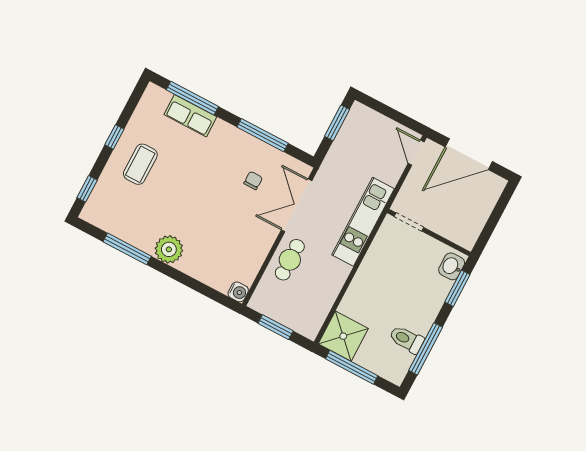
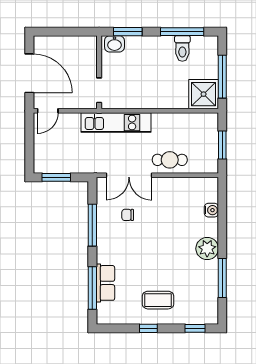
water cooler: (238, 292) -> (211, 210), moved, turned 90

